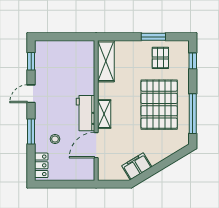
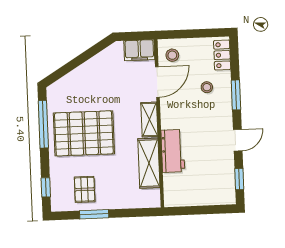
shelving: (106, 61) -> (149, 163), moved
pallet: (159, 105) -> (84, 133), turned 90
workbench: (85, 113) -> (173, 151), moved
filing cabinet: (137, 166) -> (139, 50), moved, turned 31
stool: (83, 167) -> (172, 55), added

